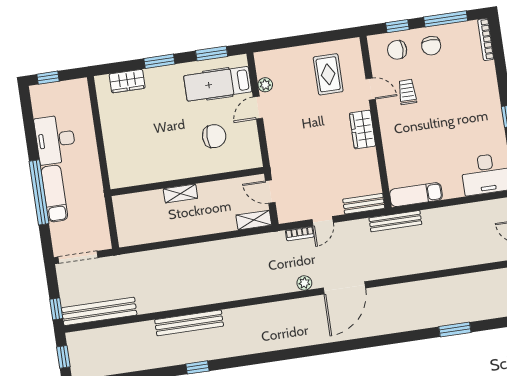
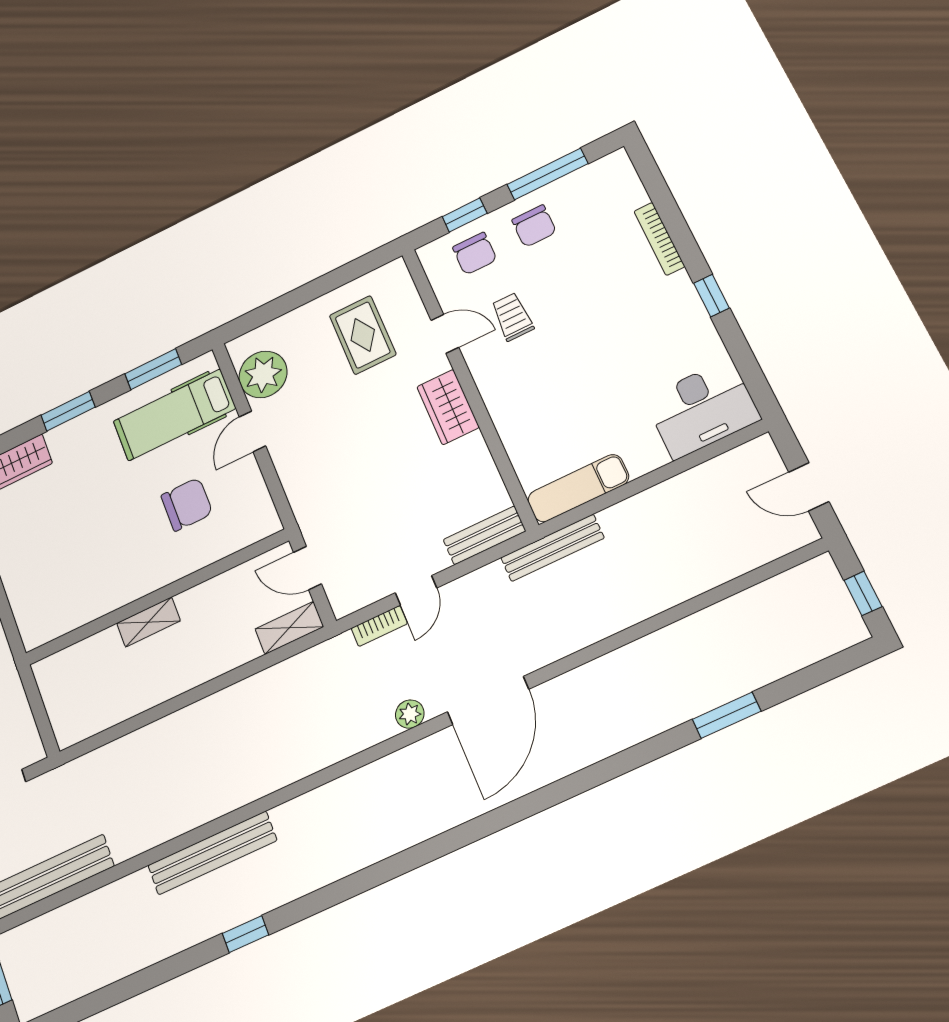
bookcase: (486, 39) -> (659, 239), moved
chair: (397, 50) -> (475, 254), turned -90
plant: (265, 85) -> (263, 374), width x1.88, depth x1.88

